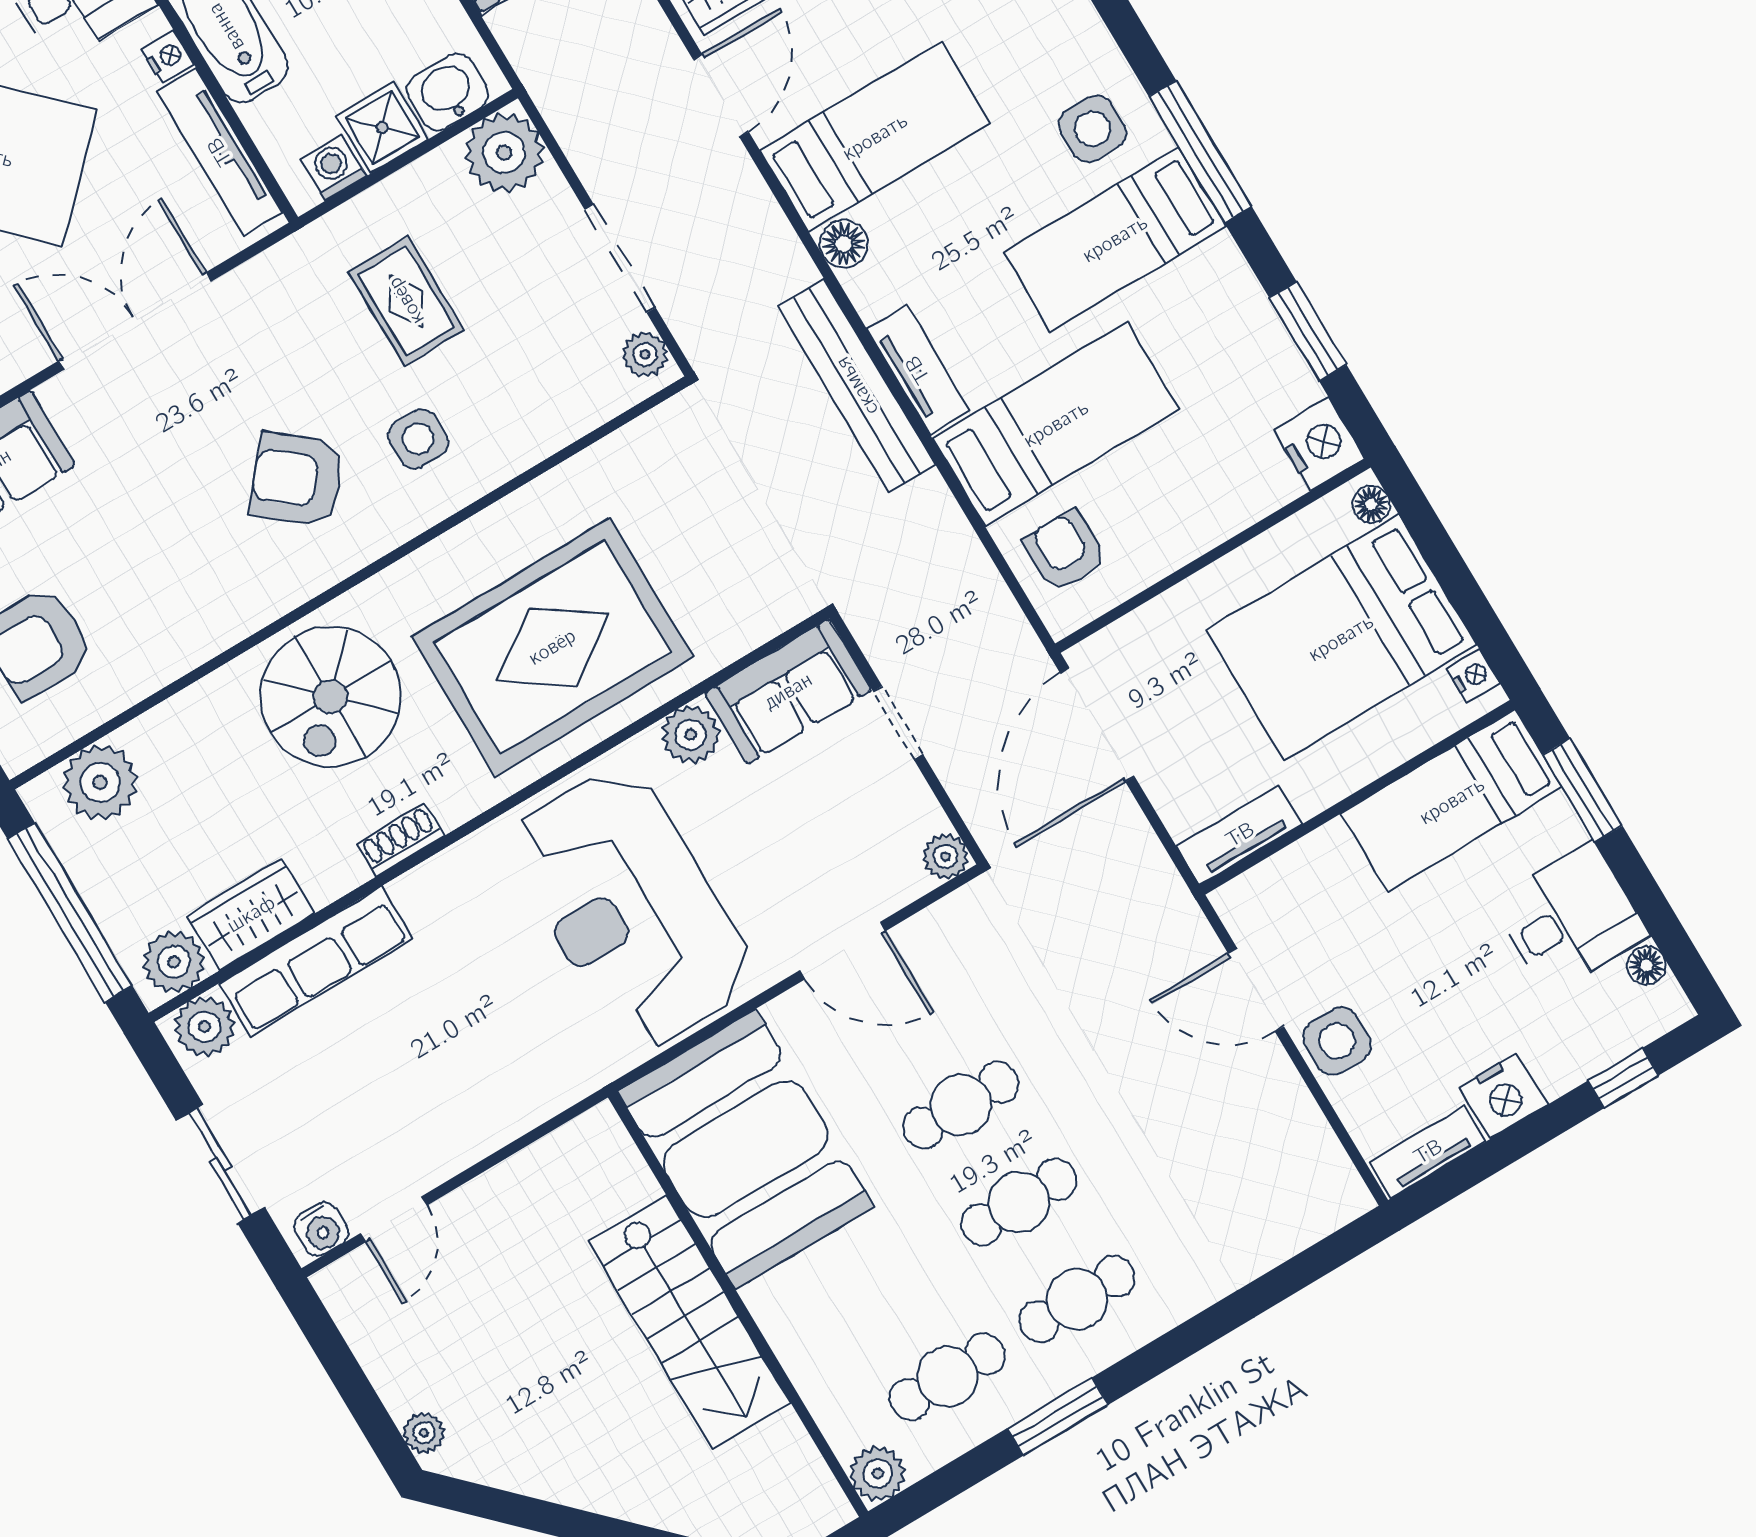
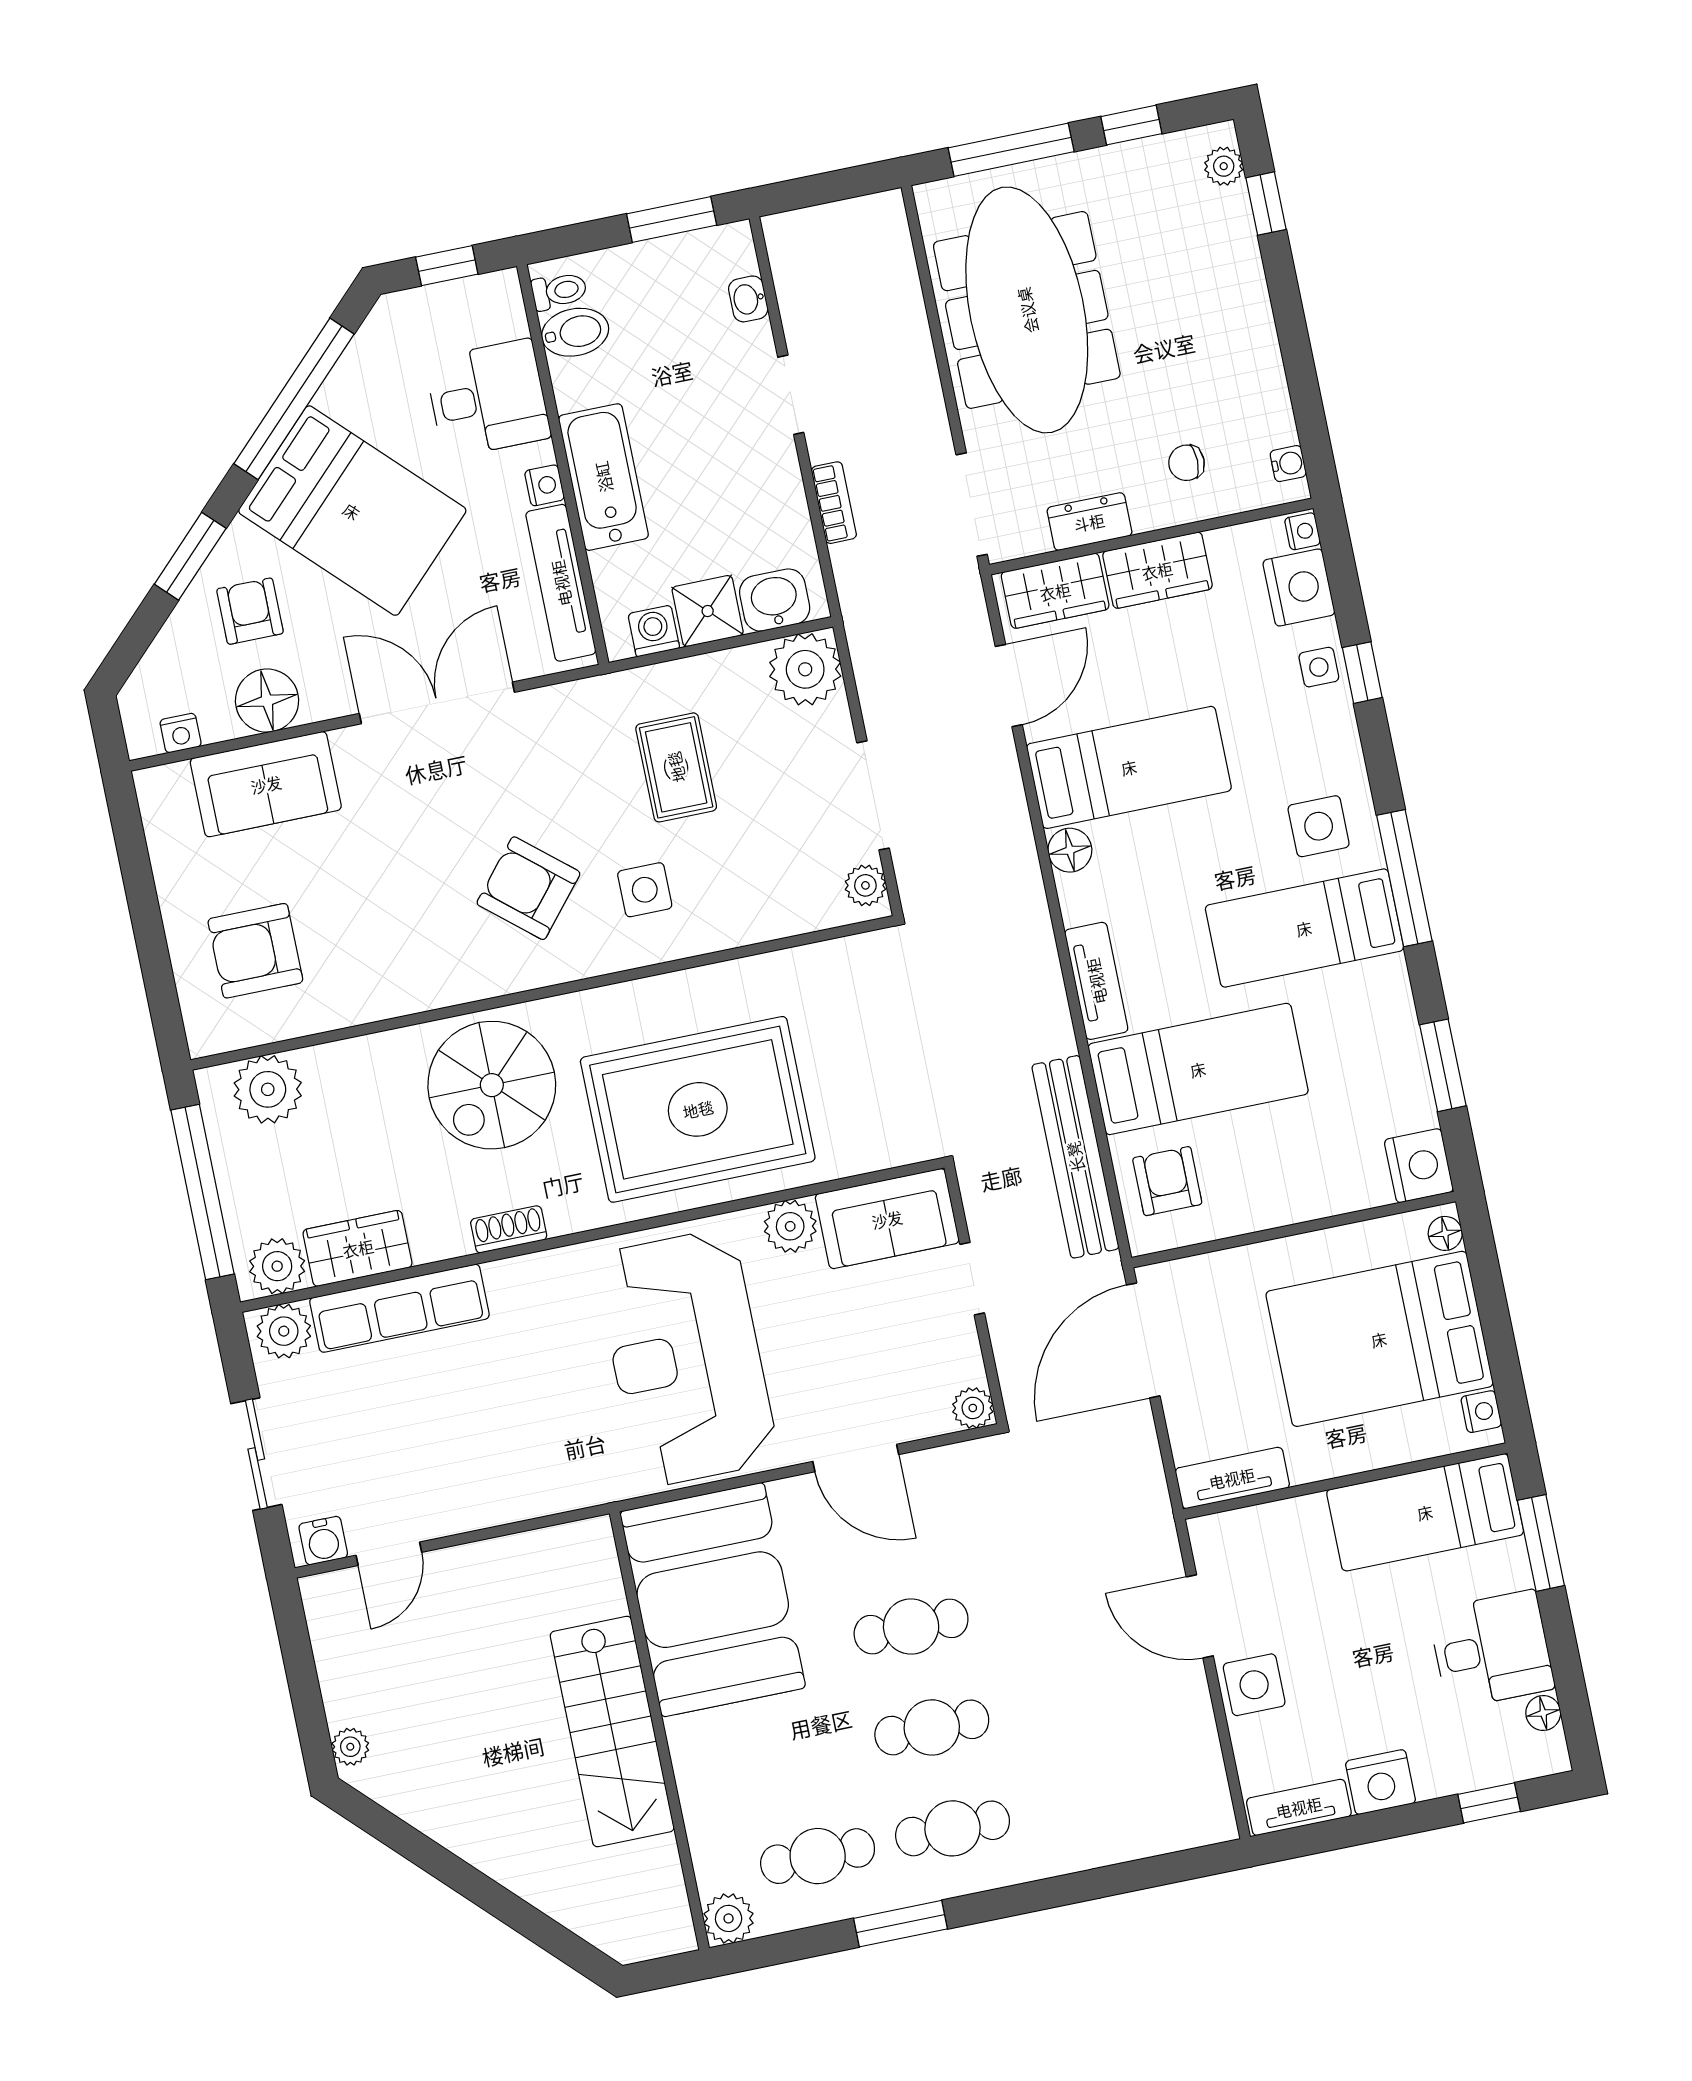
bench: (857, 386) -> (1075, 1157), moved

